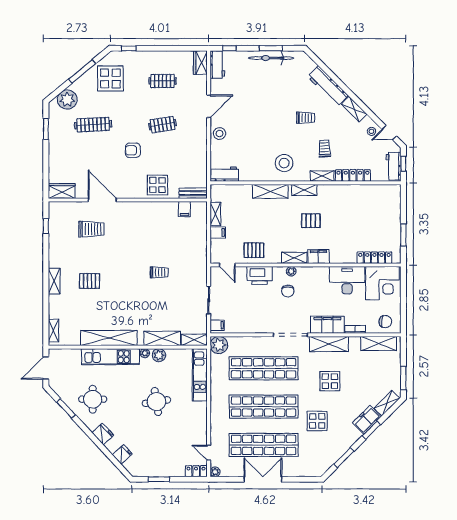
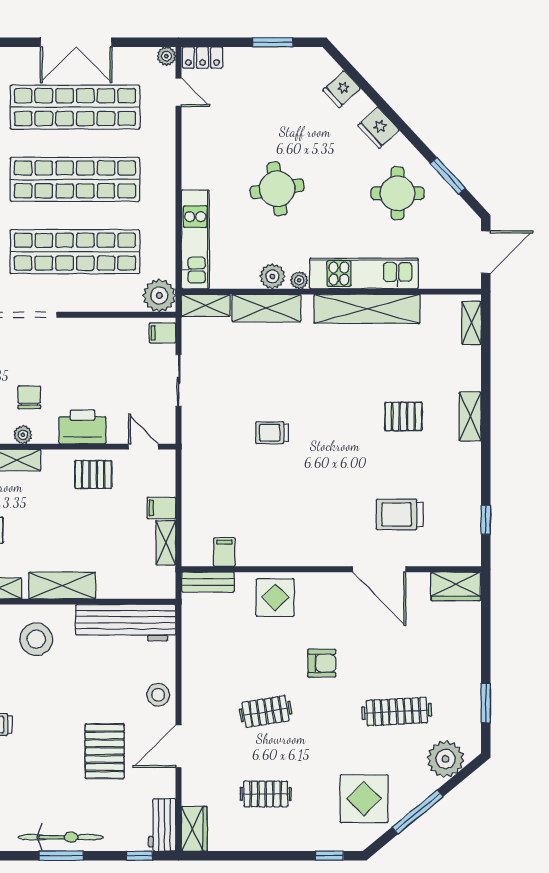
pallet: (248, 104) -> (105, 751), added
workbench: (224, 174) -> (126, 623), width x1.88, depth x1.32

